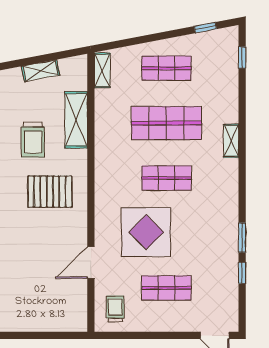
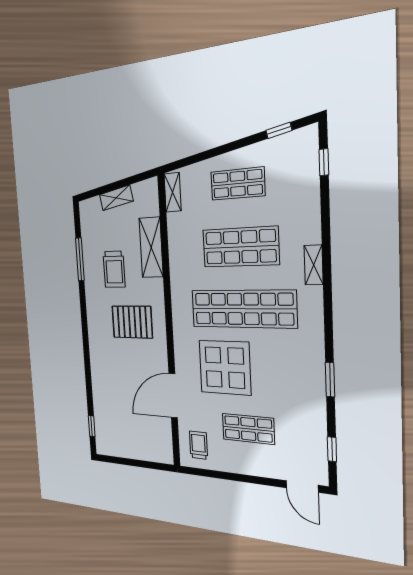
shop shelf: (166, 178) -> (243, 309), width x2.00, depth x1.36
door: (91, 263) -> (173, 396), width x1.36
window: (242, 273) -> (332, 449), moved

